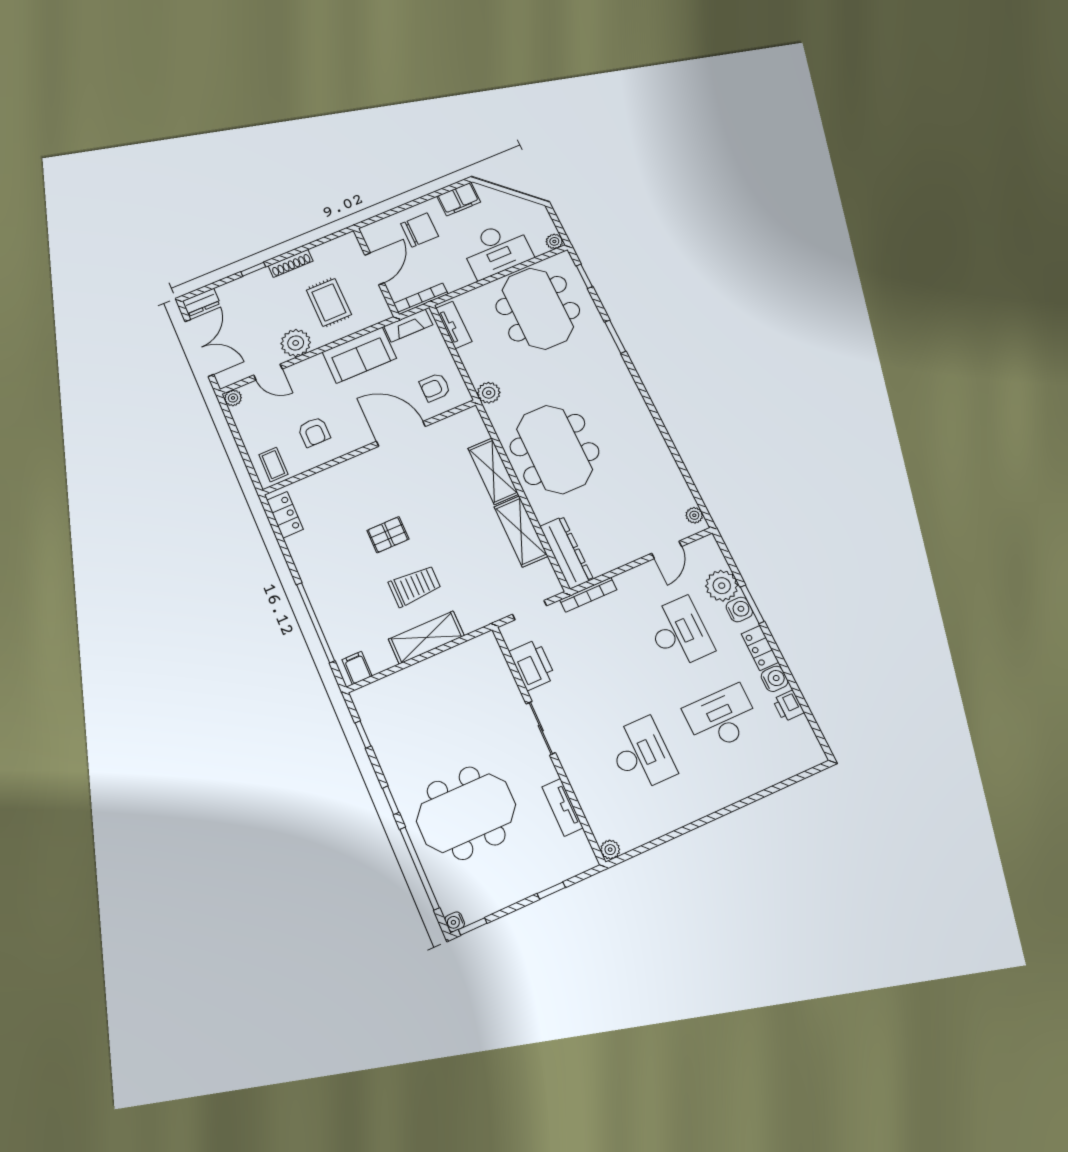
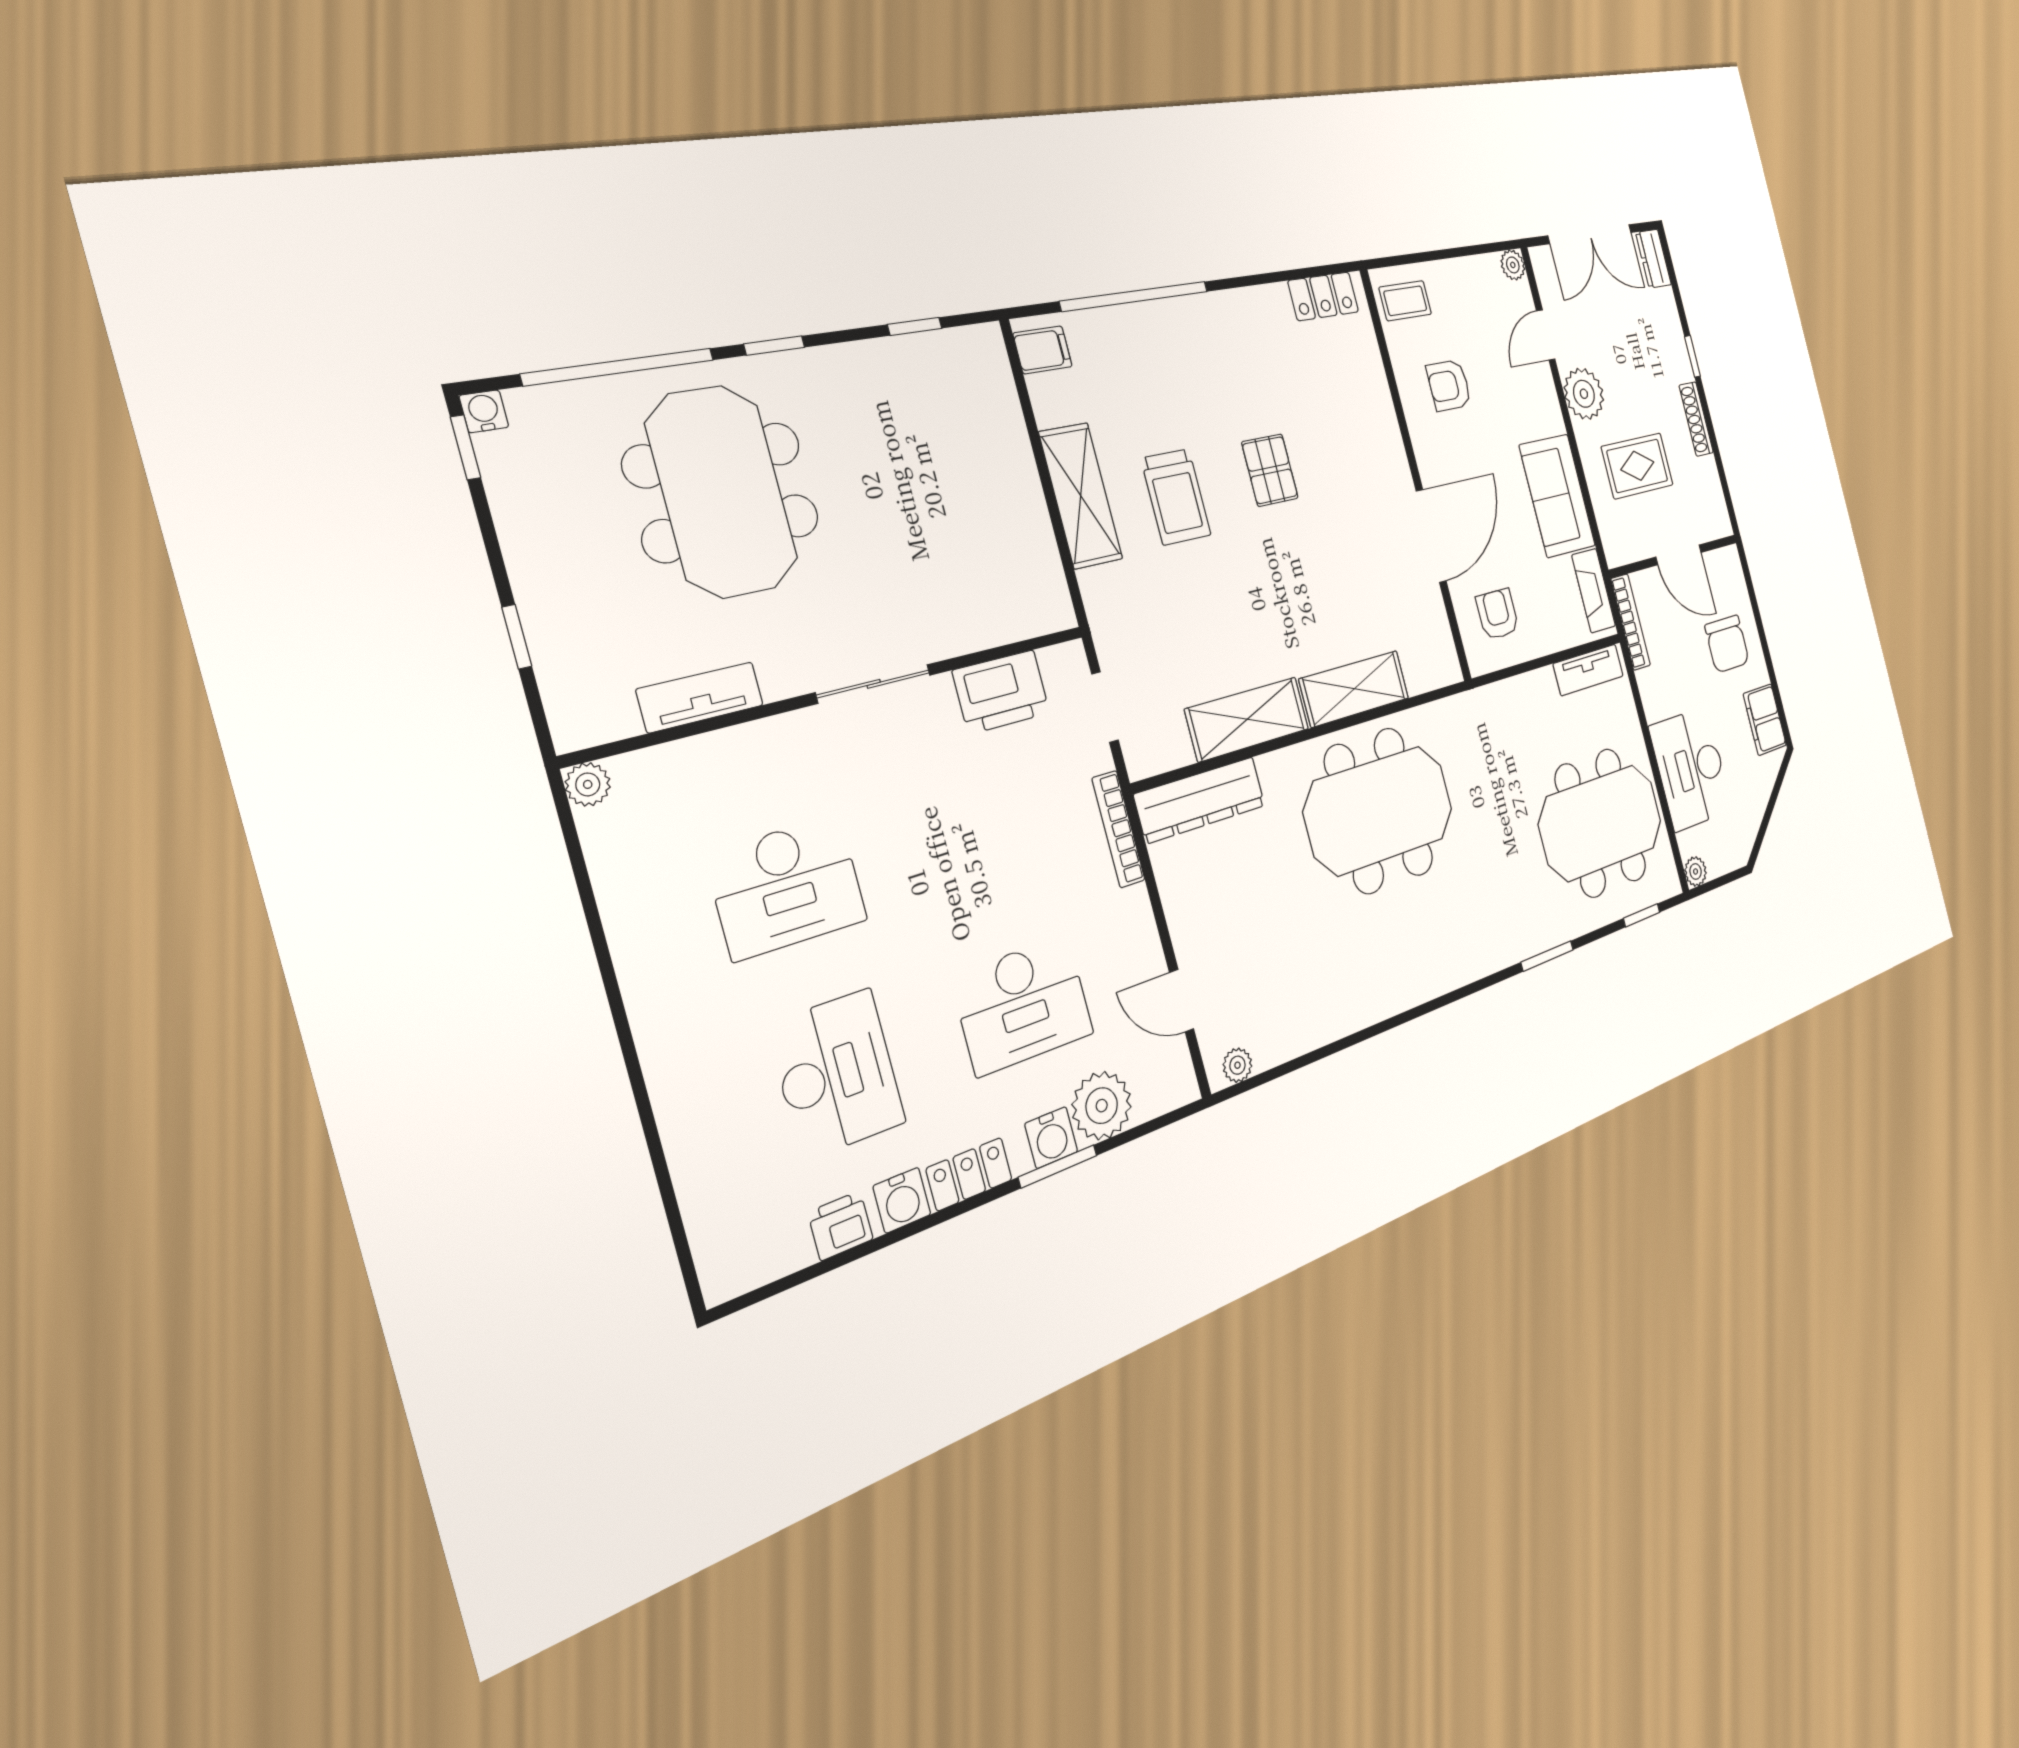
plant: (489, 393) -> (1481, 708), removed

